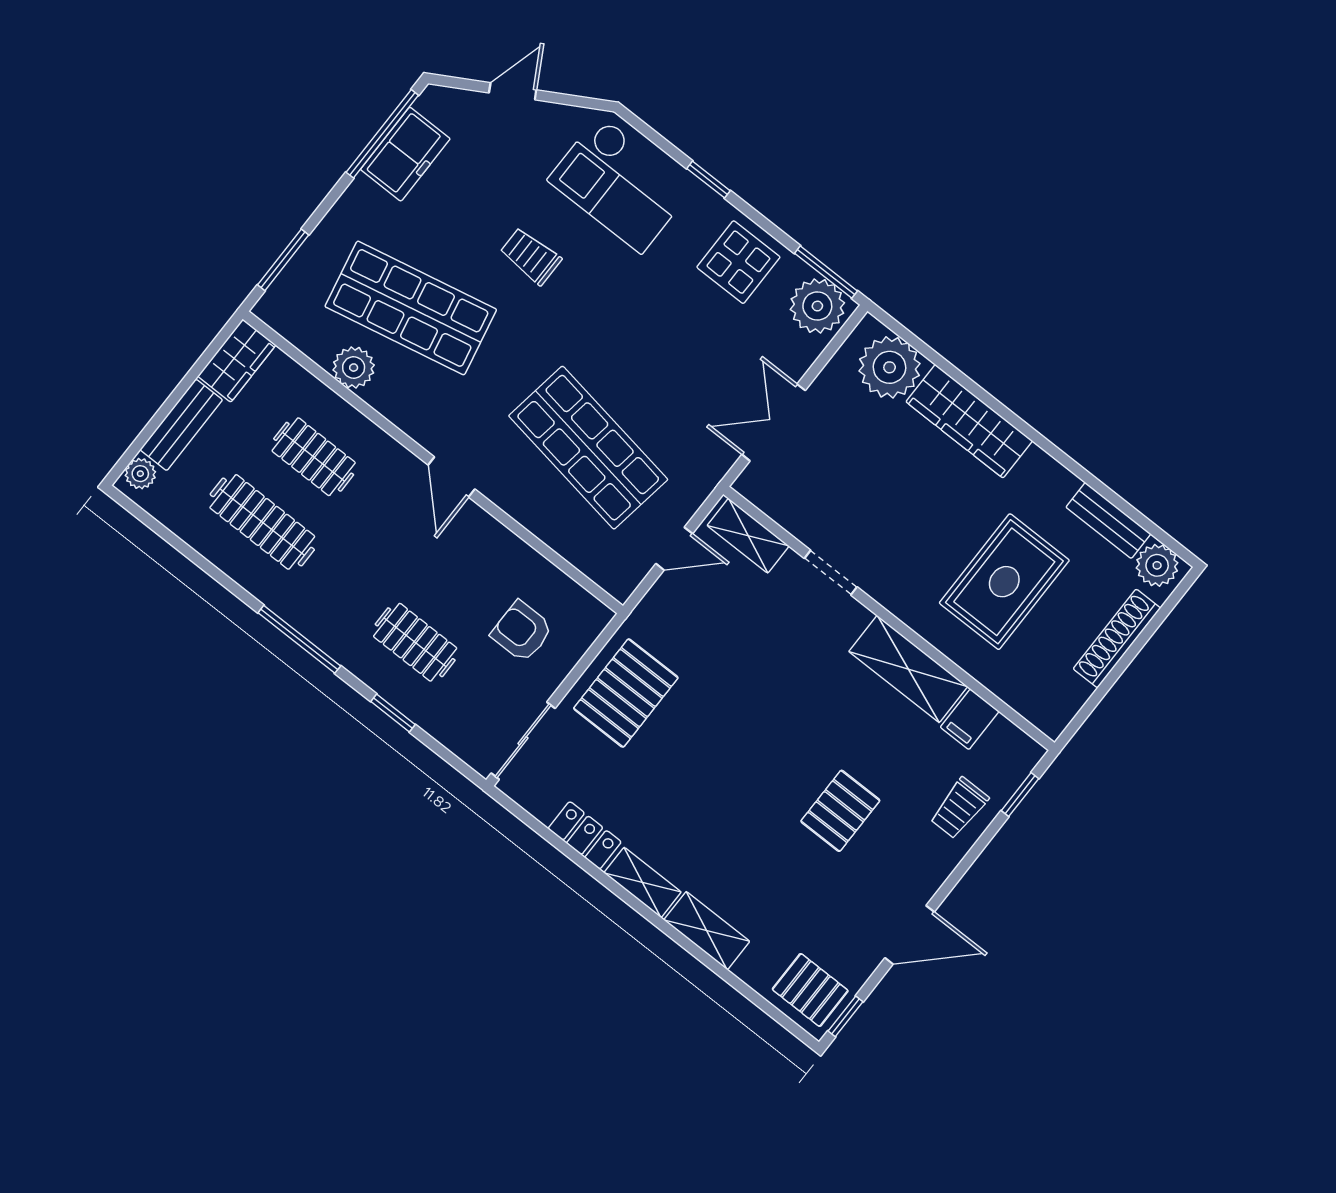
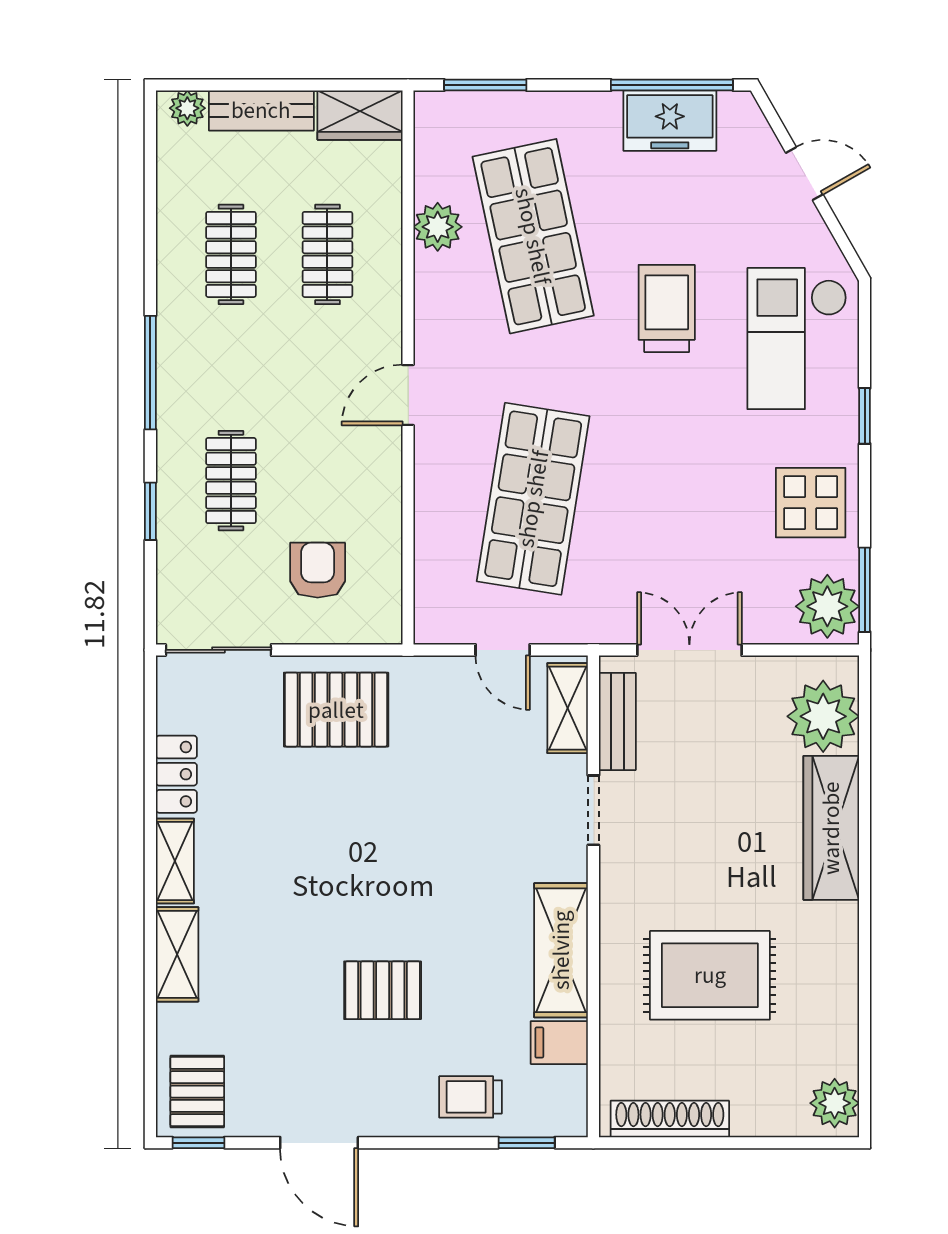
trolley: (531, 256) -> (667, 308), width x1.36, depth x1.39
bench: (1108, 521) -> (617, 721), moved
clothes rail: (262, 522) -> (231, 254), width x0.73
shoe rack: (1117, 638) -> (670, 1119), moved

